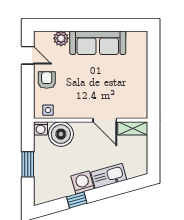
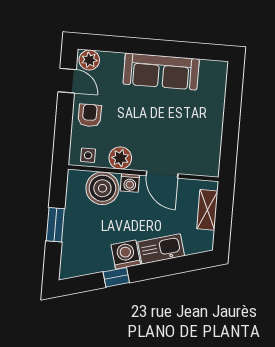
plant: (61, 38) -> (89, 60), moved
plant: (72, 110) -> (120, 158), added
washing machine: (41, 128) -> (130, 183), moved
shelving: (133, 128) -> (207, 210), moved, turned 90

